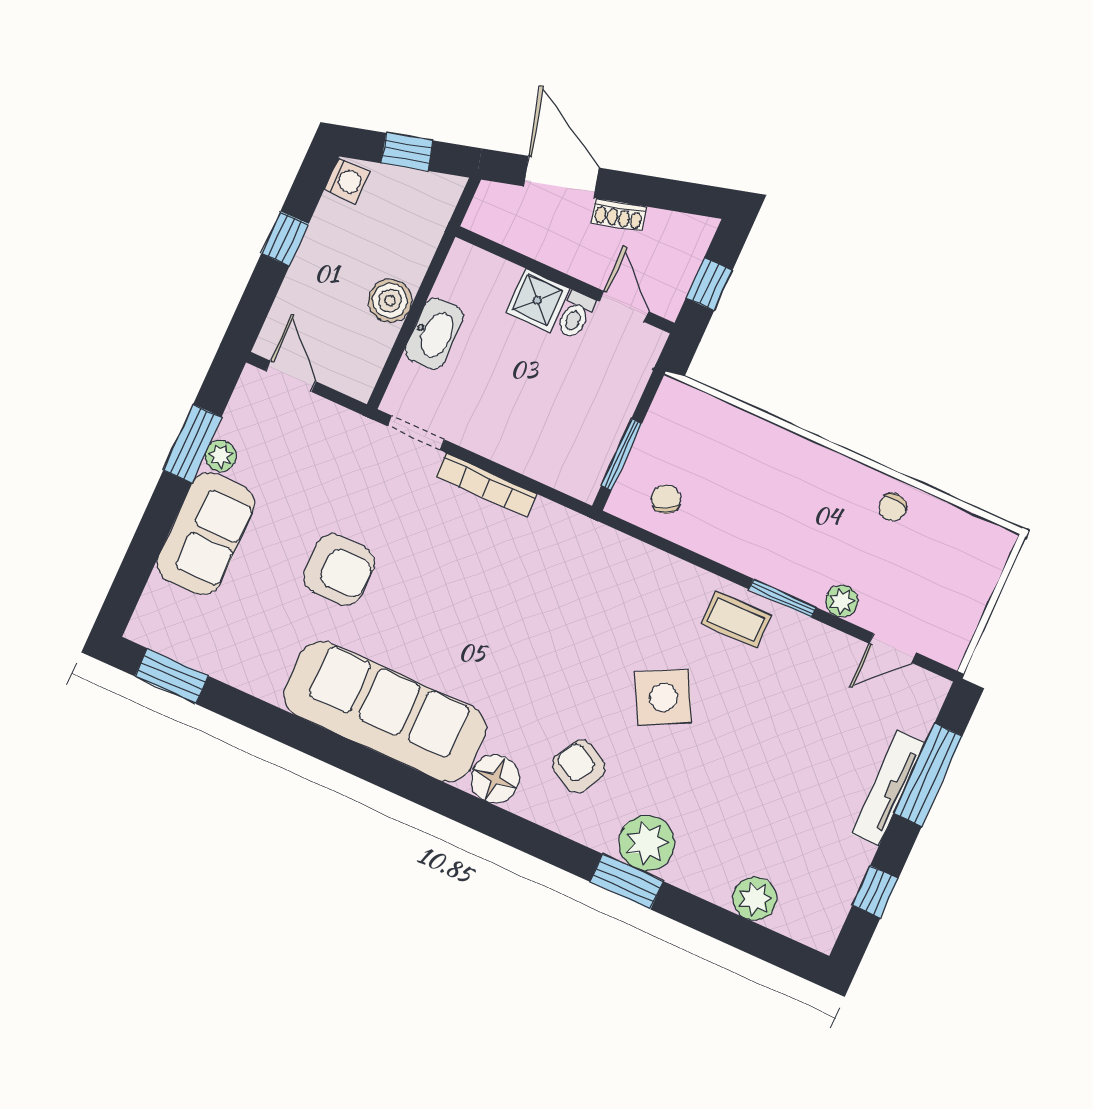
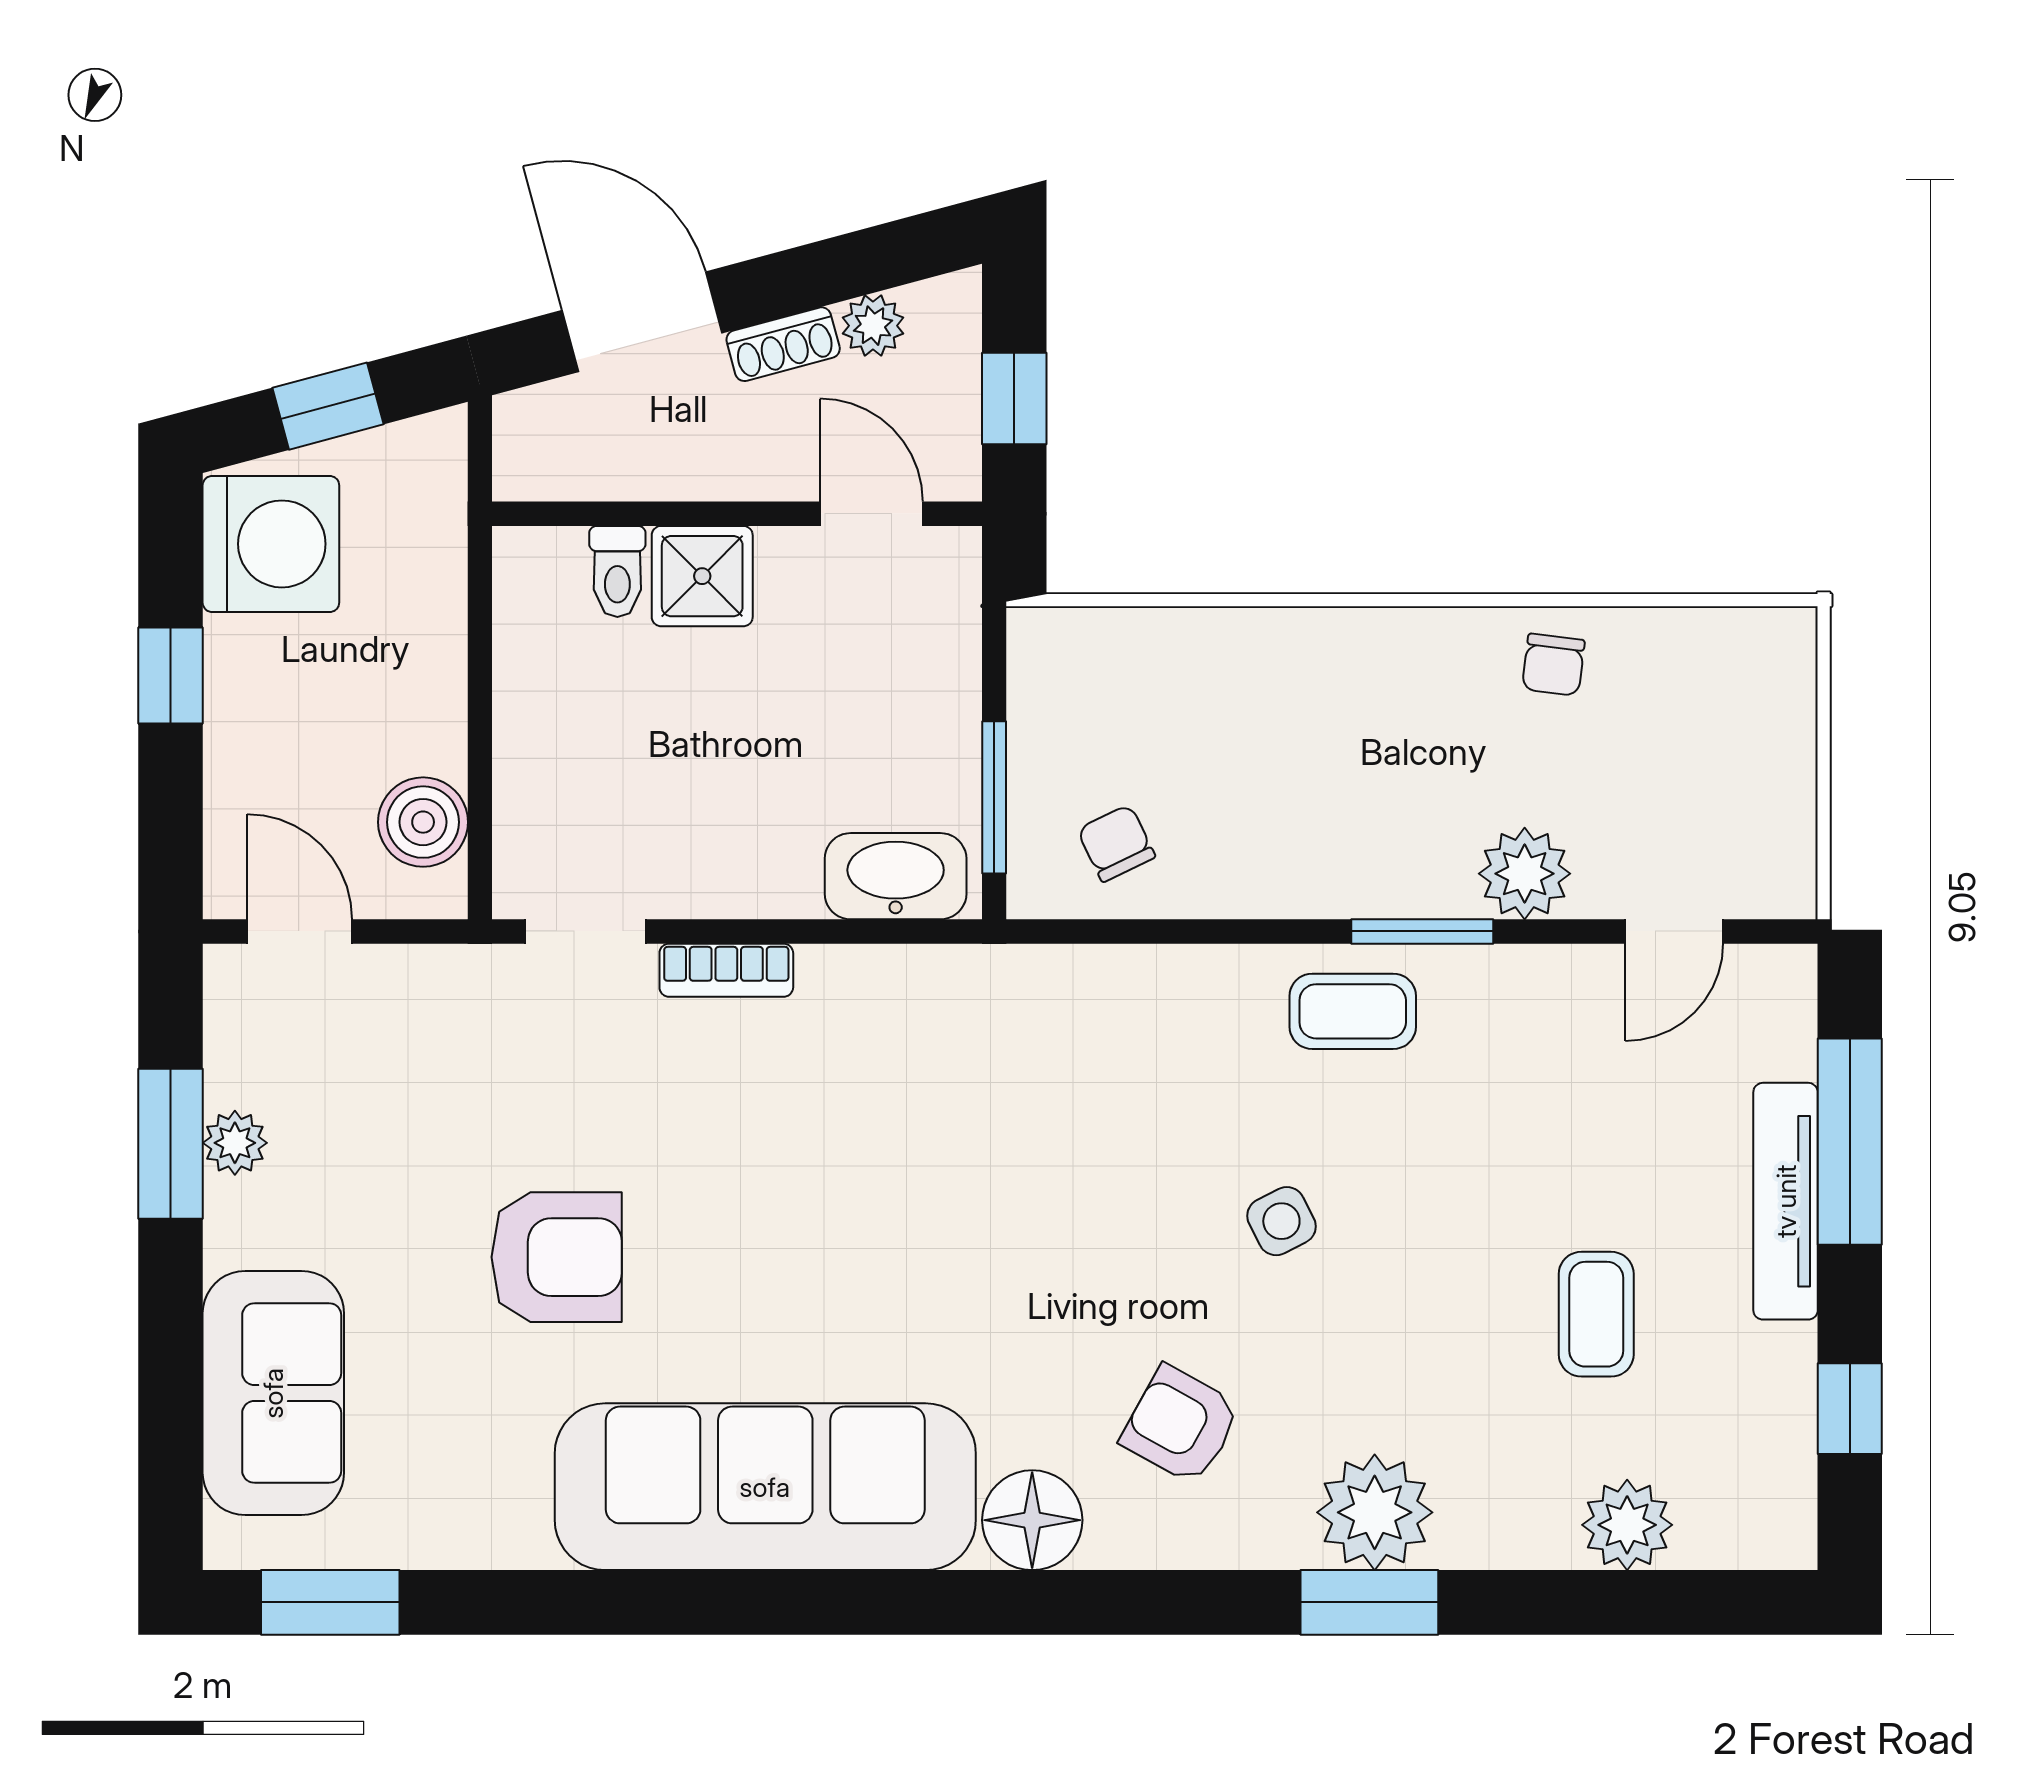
washing machine: (347, 181) -> (271, 544), width x1.89, depth x1.89
plant: (662, 224) -> (873, 326), added
boiler: (390, 301) -> (423, 822), moved
toilet: (575, 315) -> (617, 571), moved
washbasin: (434, 334) -> (896, 876), moved, turned -90
bookcase: (486, 485) -> (726, 970), width x0.64
sofa: (206, 534) -> (273, 1393), moved
plant: (842, 601) -> (1525, 874), width x1.38, depth x1.38
side table: (664, 697) -> (1281, 1221), width x0.54, depth x0.54
coffee table: (783, 800) -> (1596, 1314), added

